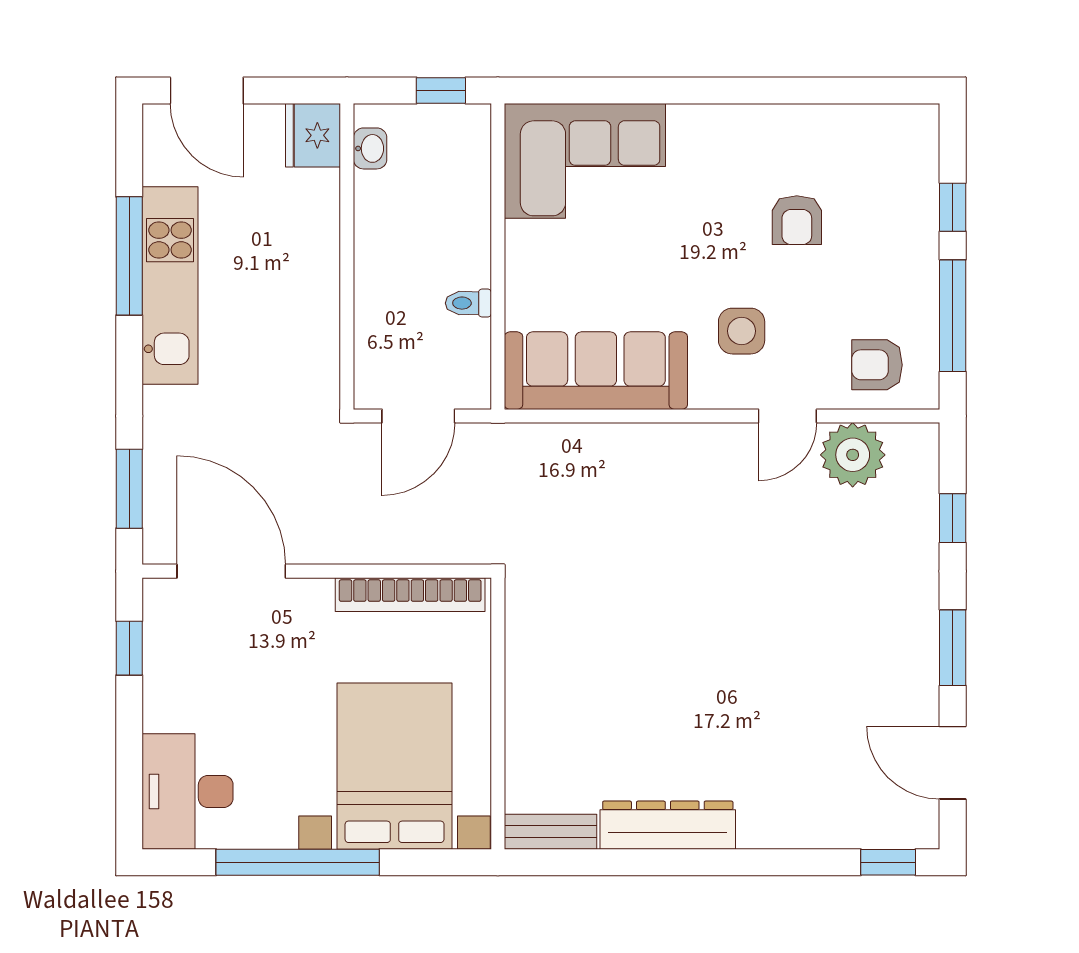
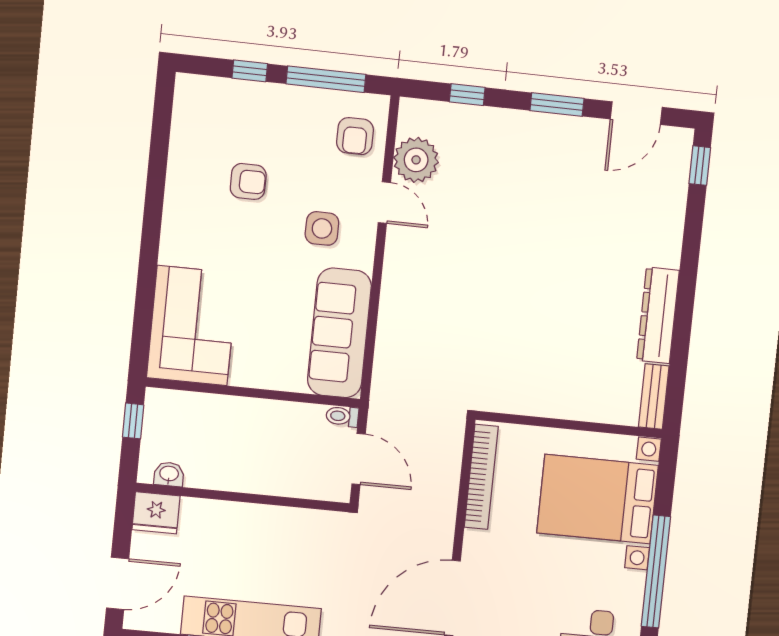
toilet: (468, 303) -> (342, 416), moved, turned 90

